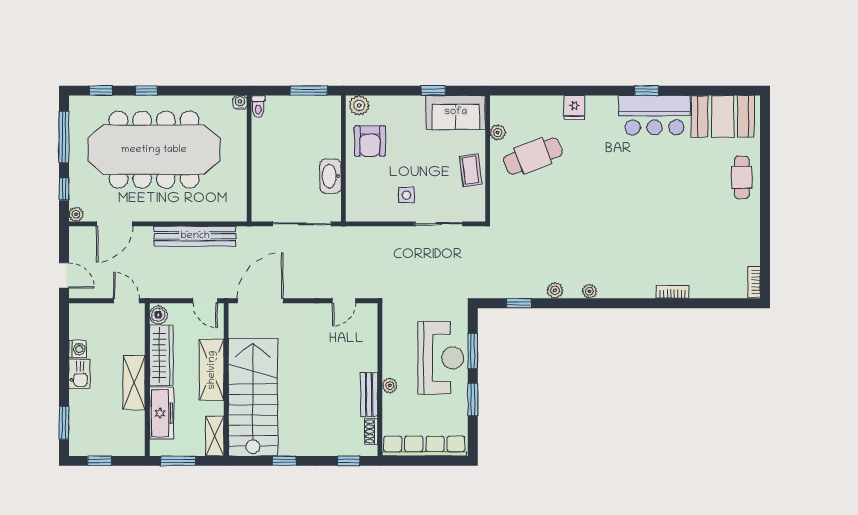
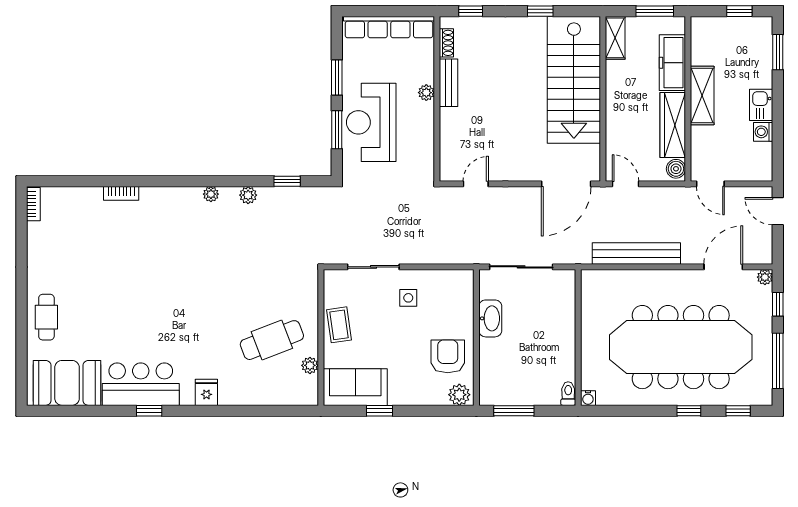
fridge: (574, 108) -> (206, 392), moved
shelving: (212, 370) -> (619, 109), removed

